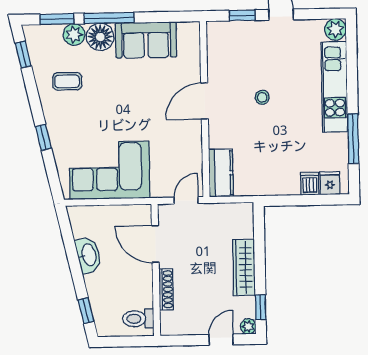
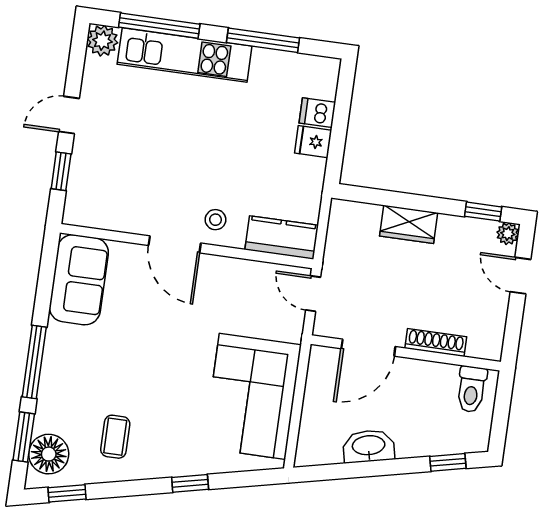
plant: (74, 35) -> (50, 416), removed
floor lamp: (100, 37) -> (49, 454), moved
sofa: (146, 40) -> (79, 280), moved
window: (352, 66) -> (159, 26), added
stool: (262, 97) -> (215, 220), moved
fridge: (330, 183) -> (313, 142), moved
wardrobe: (244, 267) -> (409, 224), width x0.67

